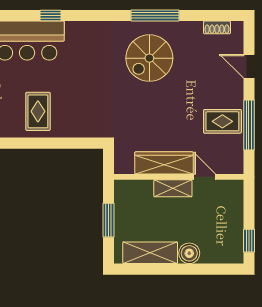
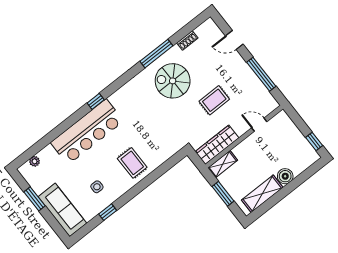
shoe rack: (217, 27) -> (187, 40), moved
spiral stairs: (149, 58) -> (173, 81), turned 90
rug: (222, 121) -> (214, 100), moved
wardrobe: (164, 163) -> (217, 145), moved
shelving: (173, 188) -> (223, 164), moved

